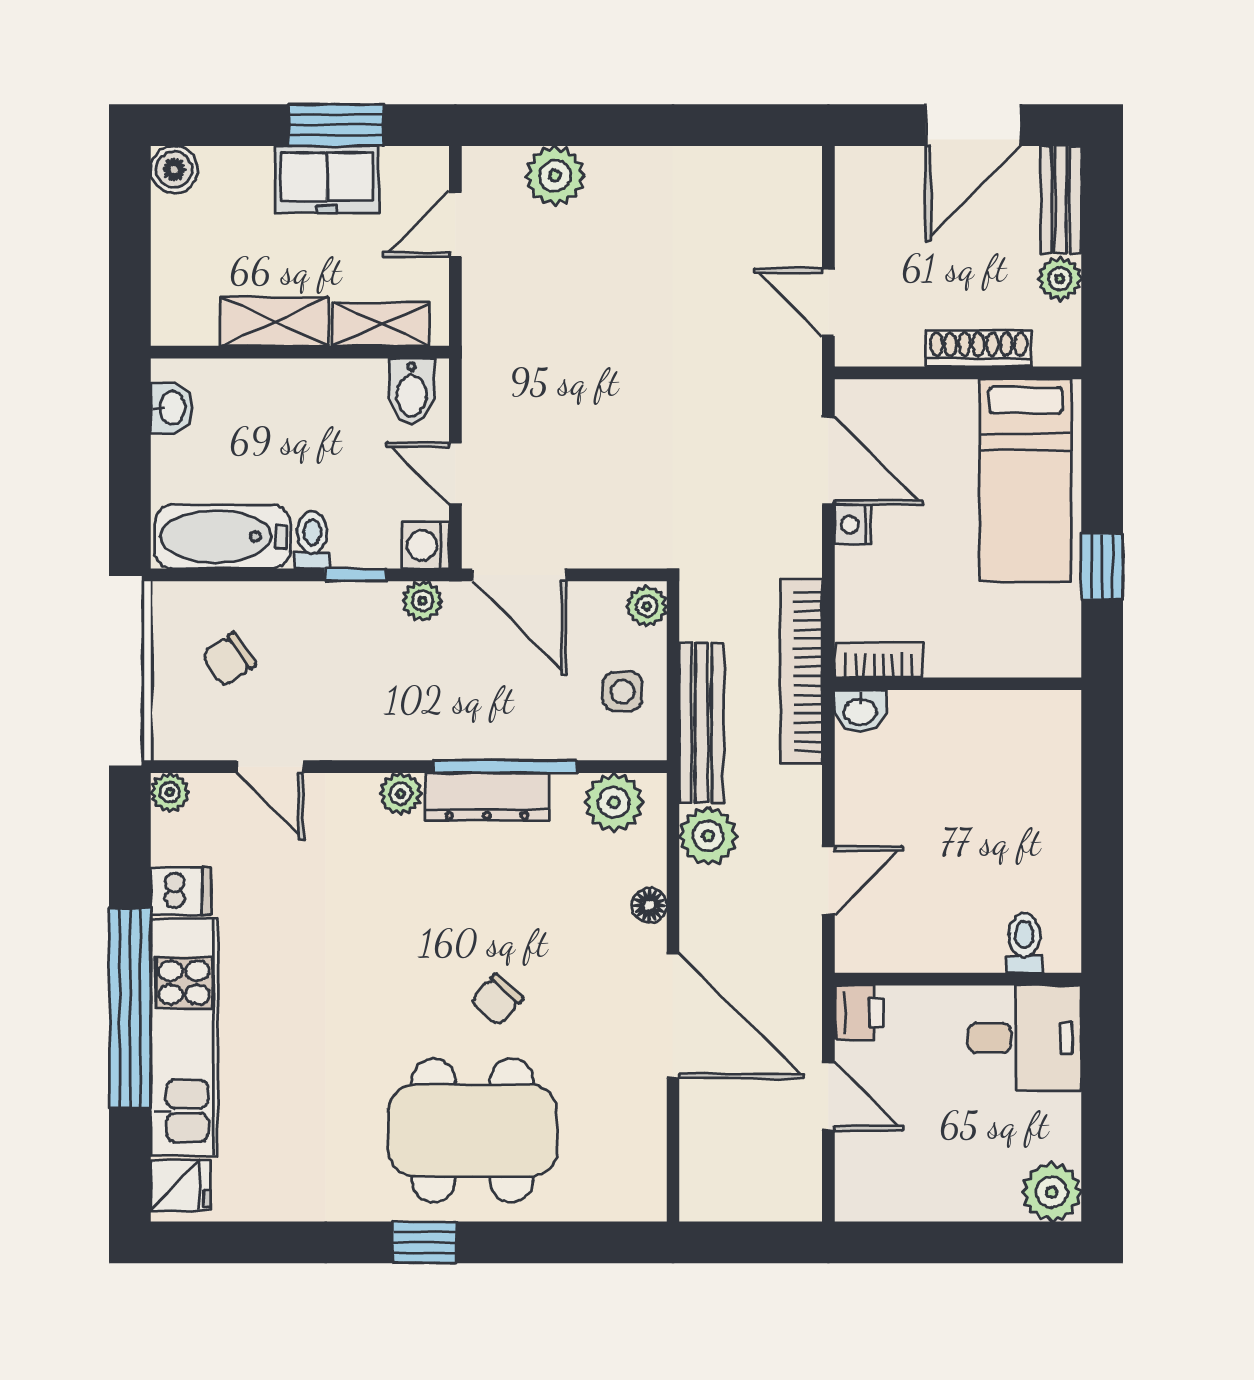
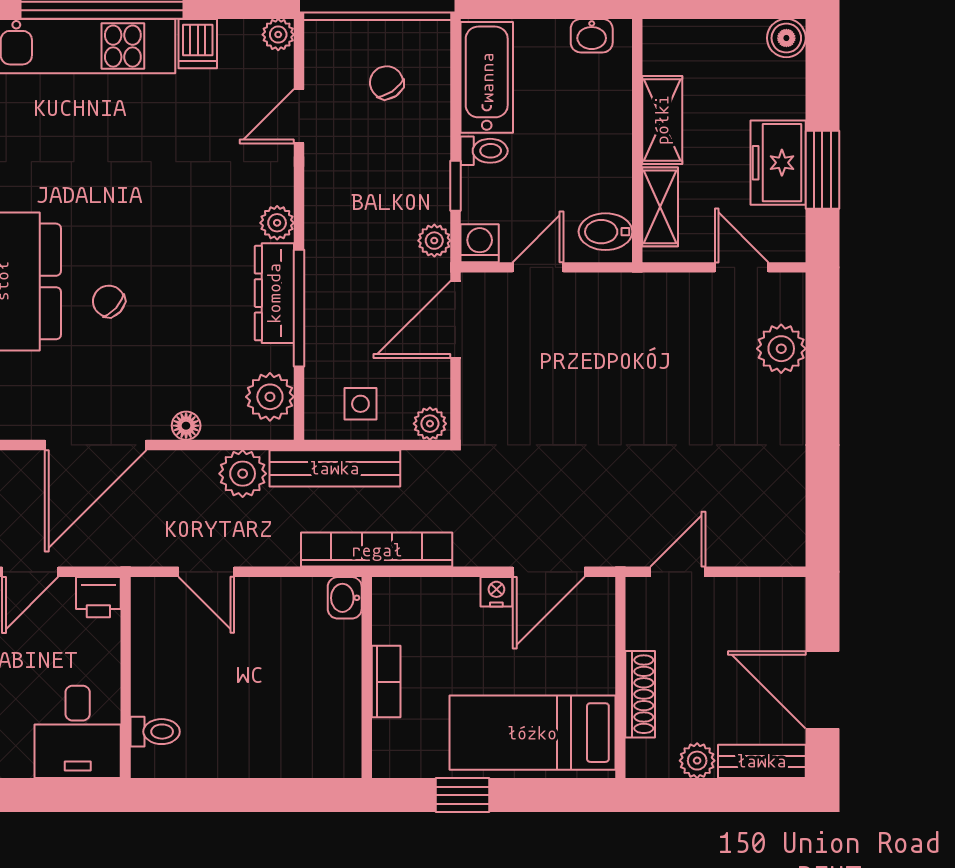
bookcase: (879, 660) -> (386, 682), moved

